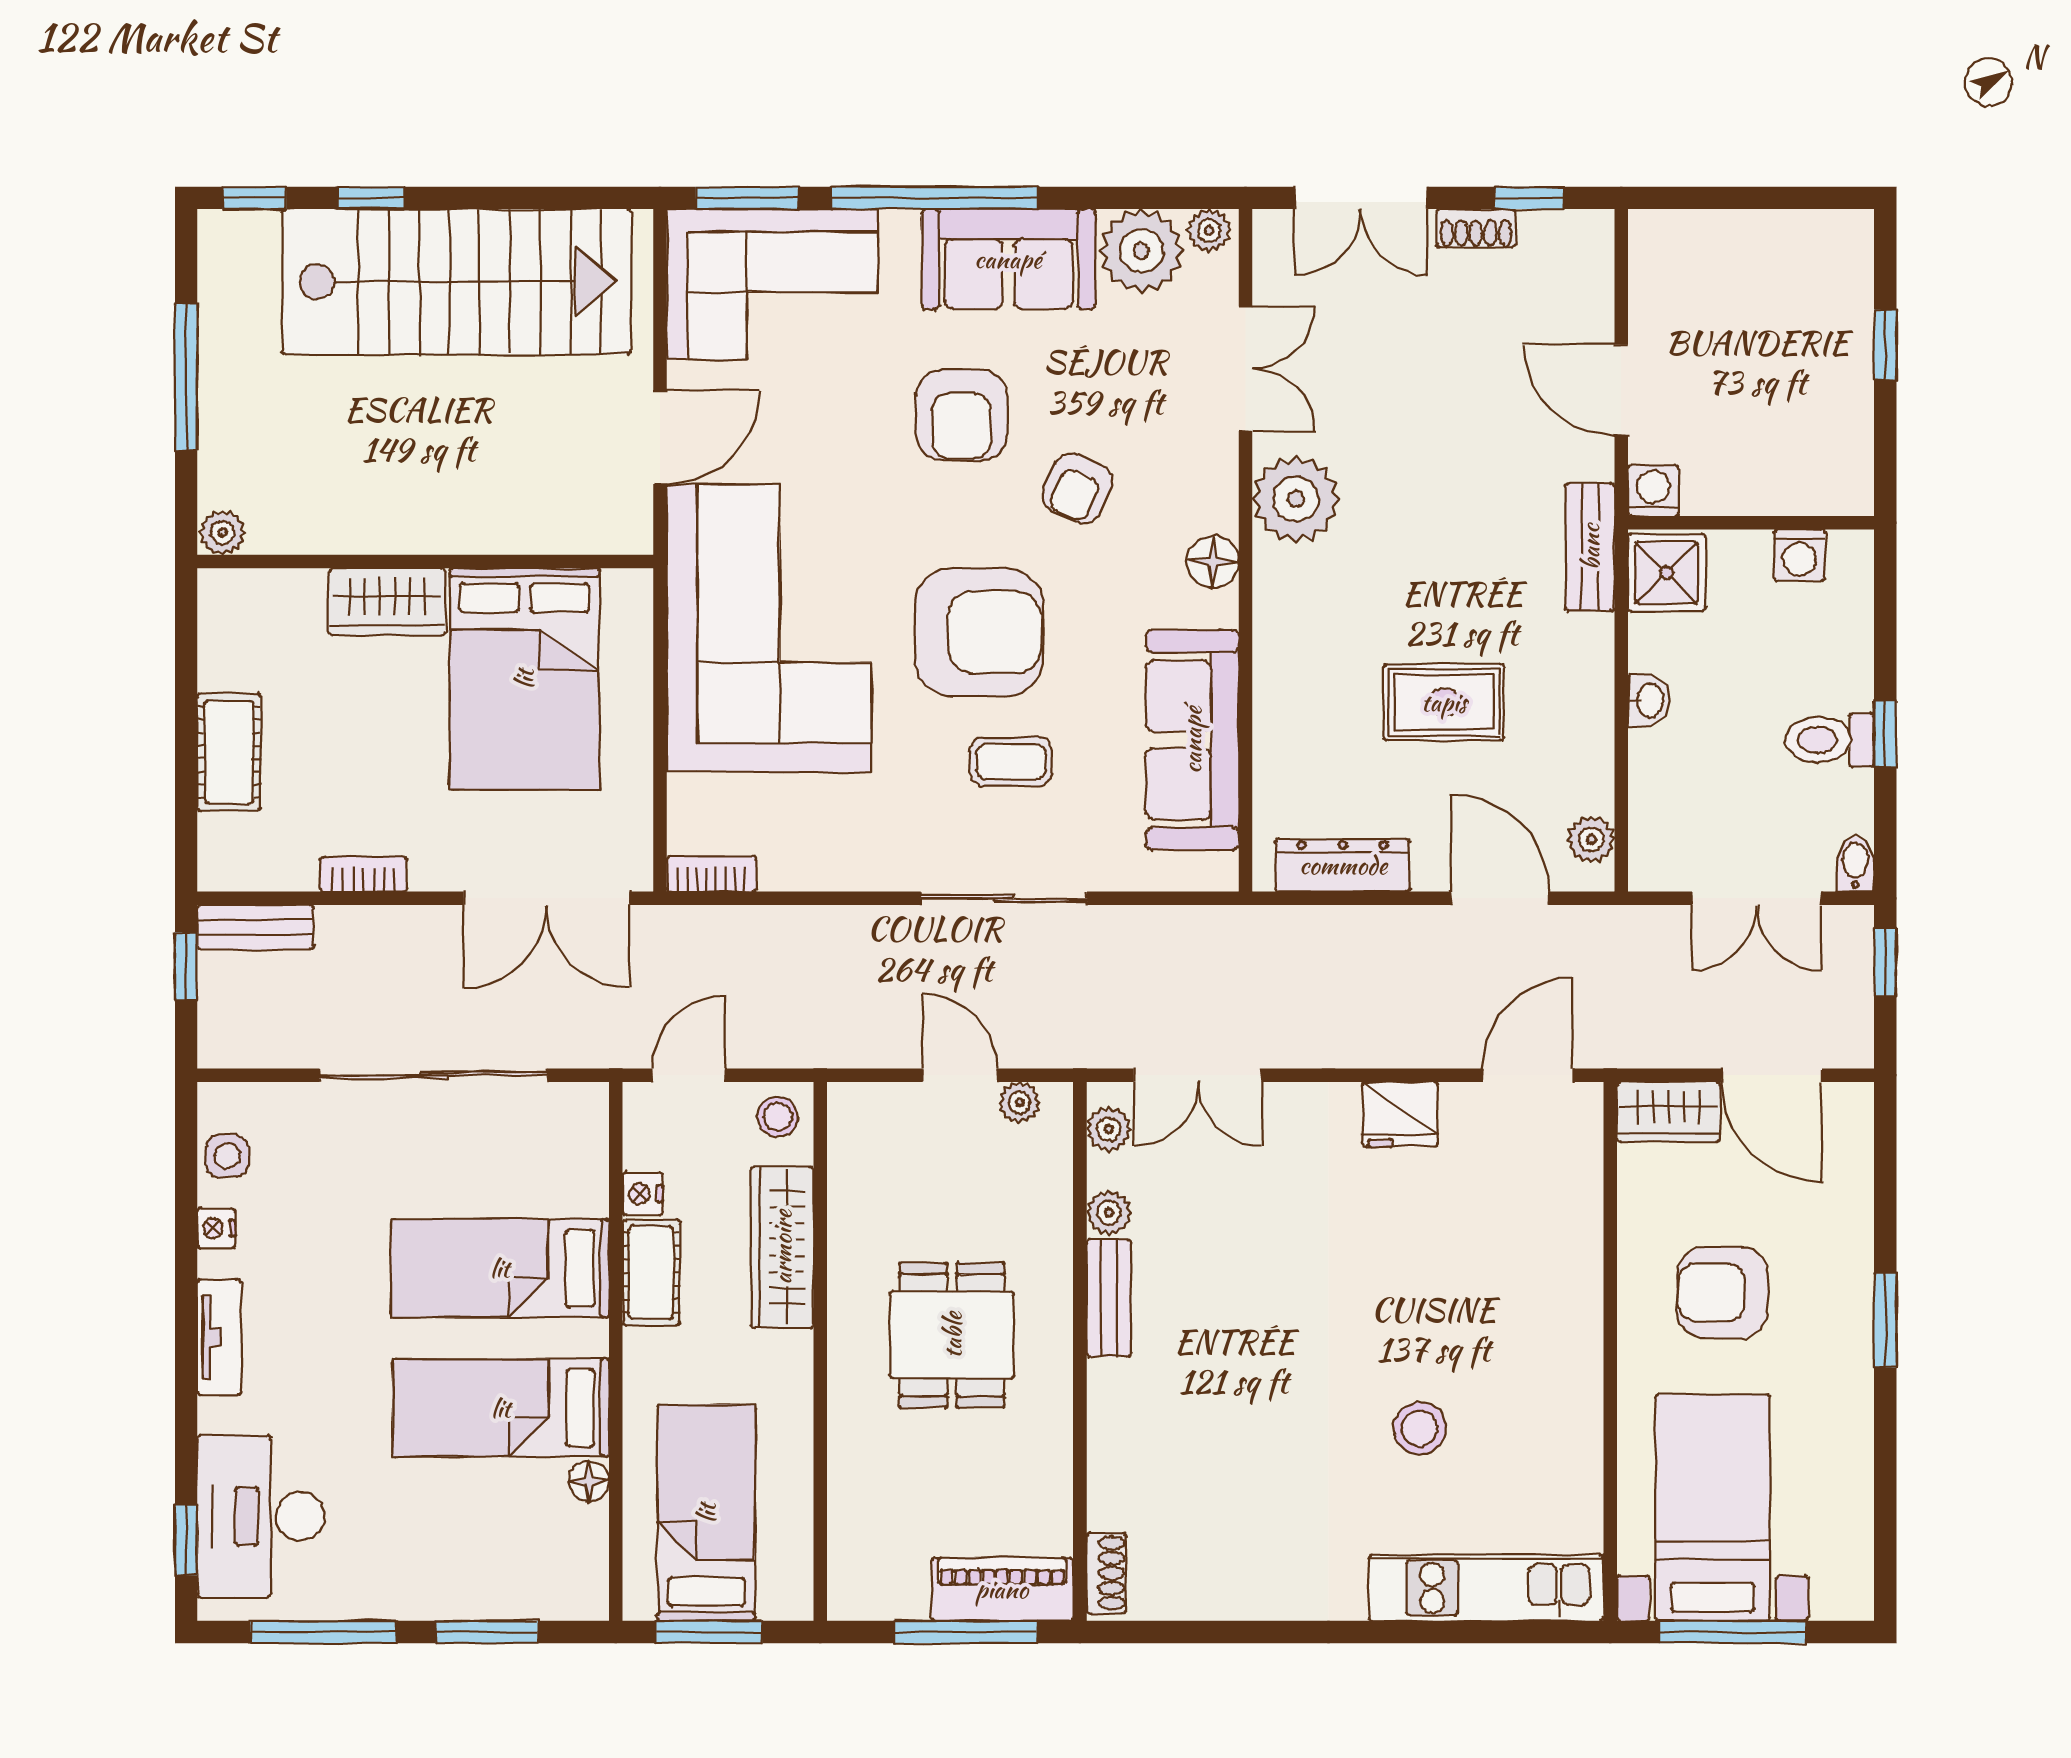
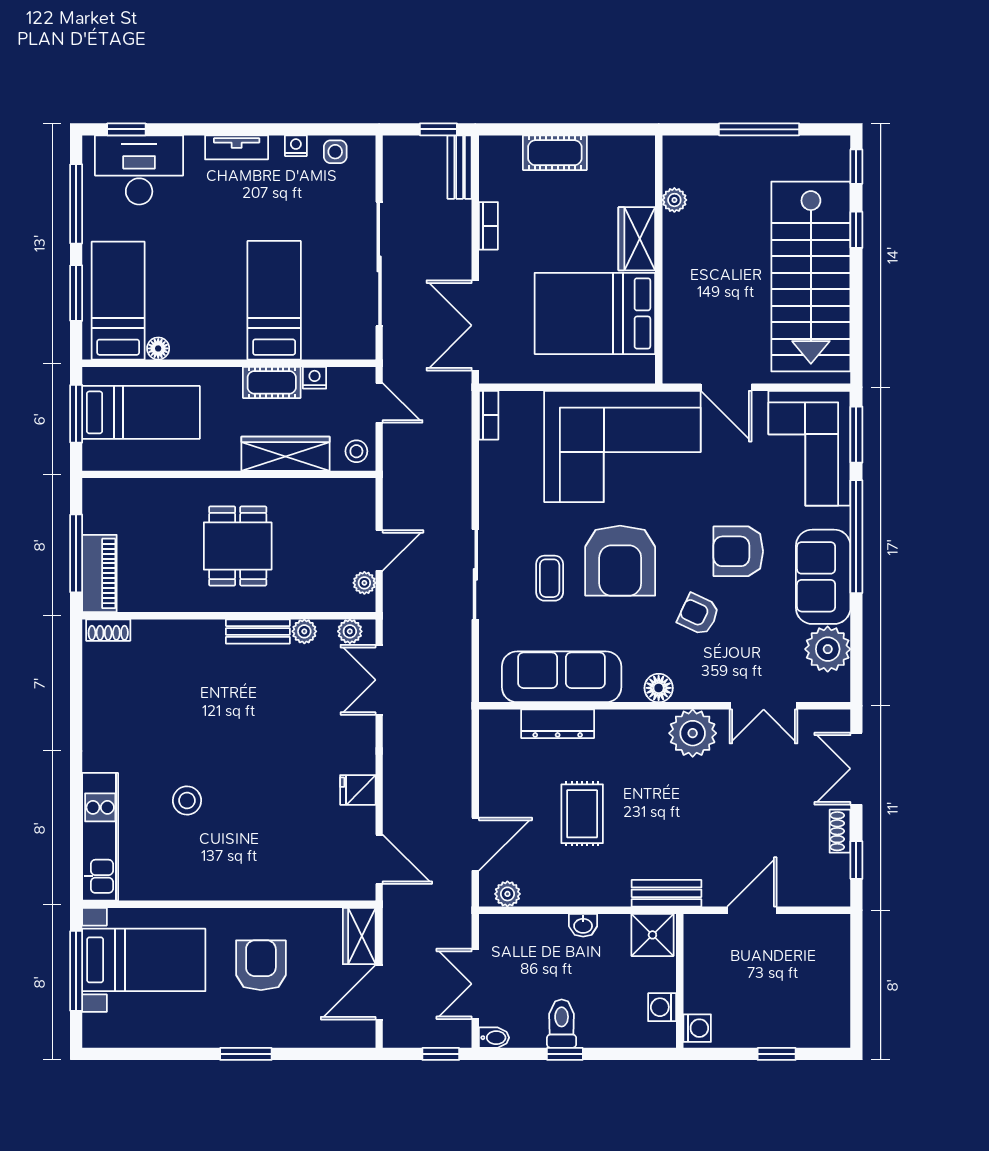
plant: (1209, 230) -> (839, 686), removed
washing machine: (1653, 491) -> (697, 1028), moved
plant: (223, 532) -> (674, 200), moved
dresser: (1343, 865) -> (558, 724), moved, turned 90
fridge: (1400, 1114) -> (358, 790), width x0.72
dining table: (952, 1335) -> (238, 546), turned 90
bed: (501, 1408) -> (118, 301), moved

